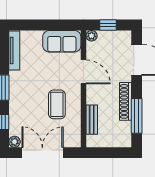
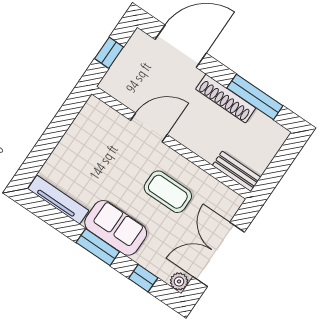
plant: (92, 36) -> (108, 84), removed
sofa: (62, 41) -> (116, 228), moved, turned -90
bench: (92, 120) -> (237, 171), moved

